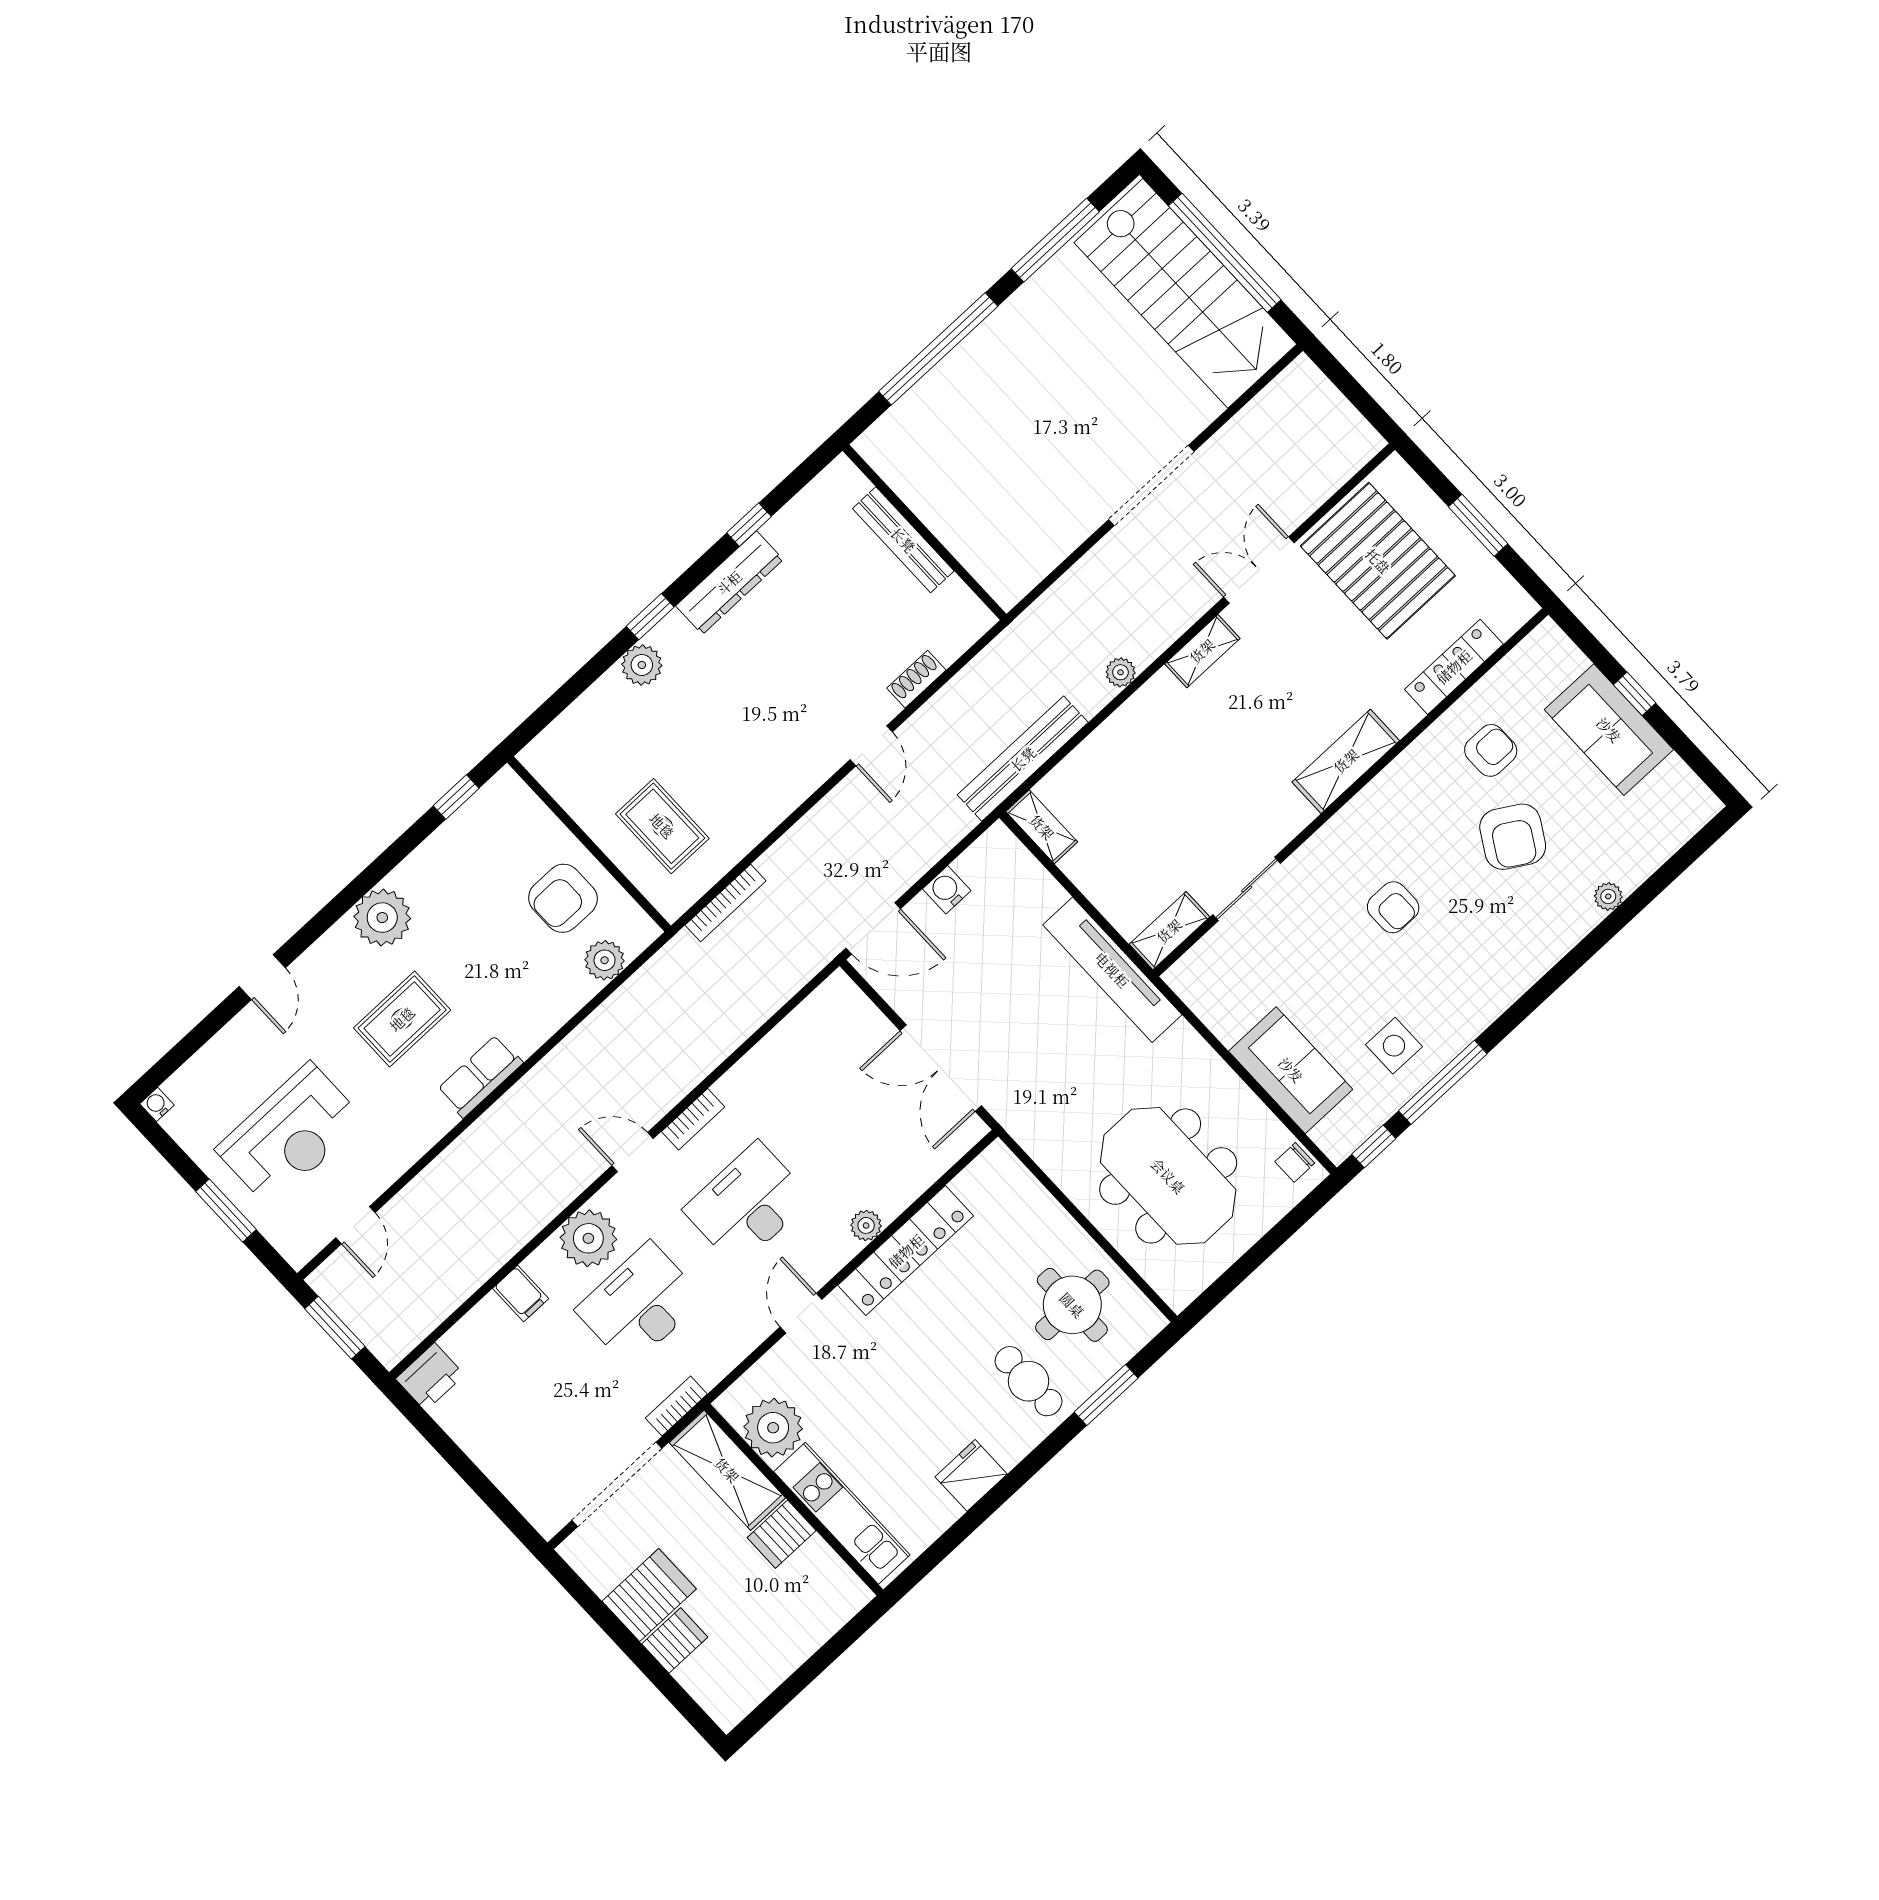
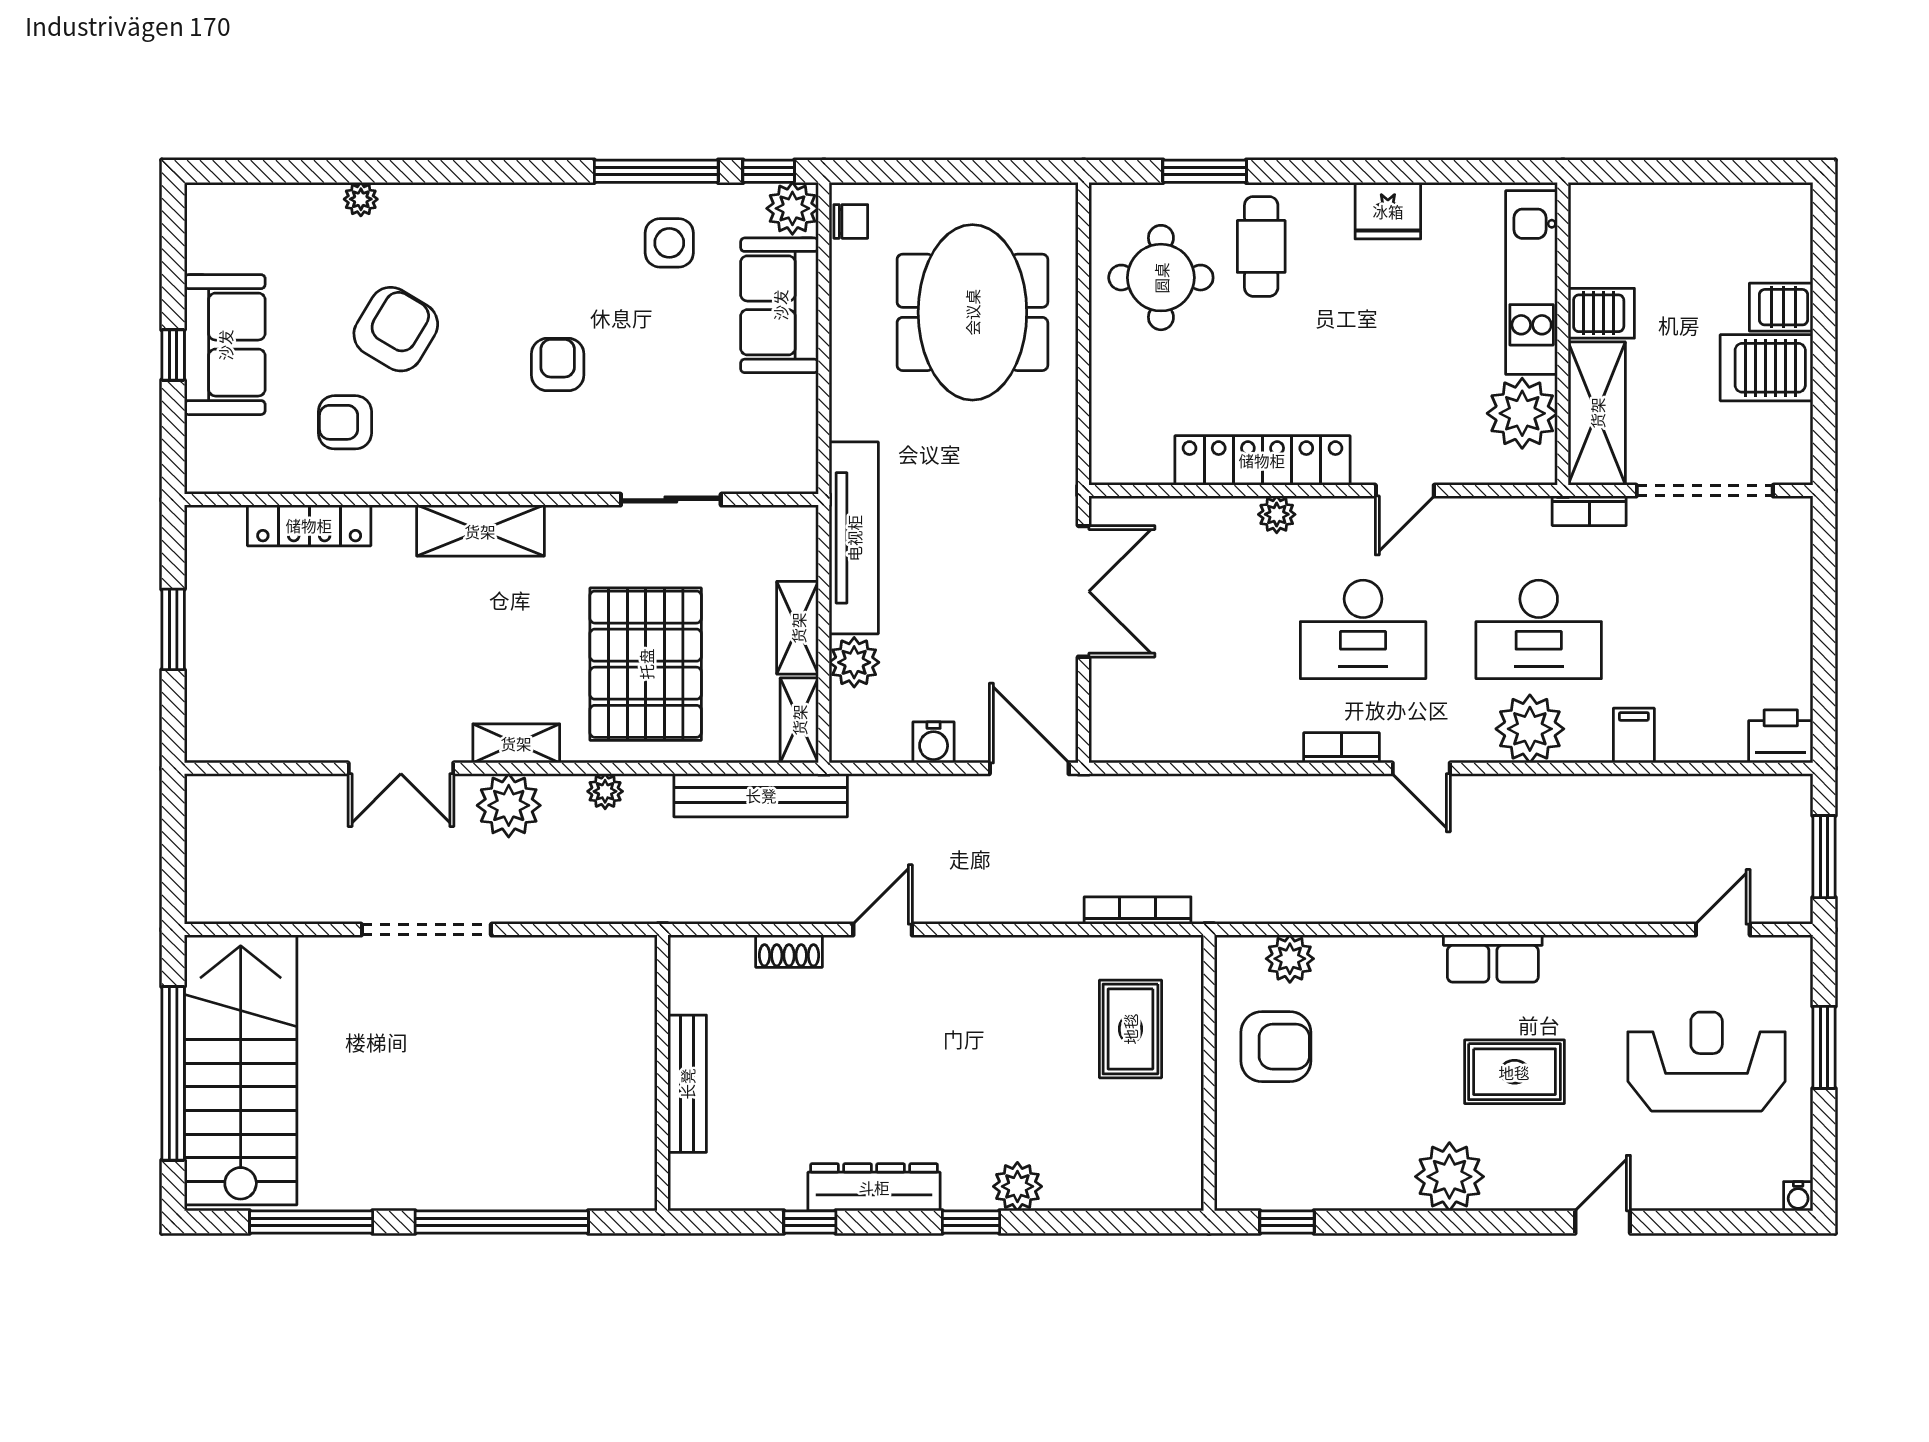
pallet: (1378, 561) -> (646, 664), moved
plant: (1172, 609) -> (509, 805), added
plant: (1041, 894) -> (854, 662), added
shelving: (1169, 931) -> (798, 628), moved, turned 90
plant: (1338, 1137) -> (792, 208), added

